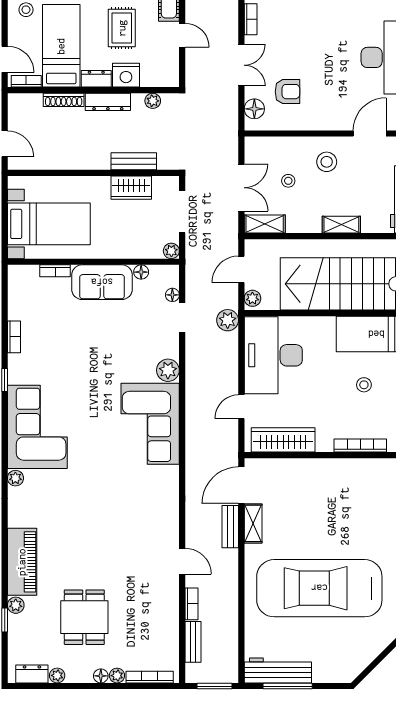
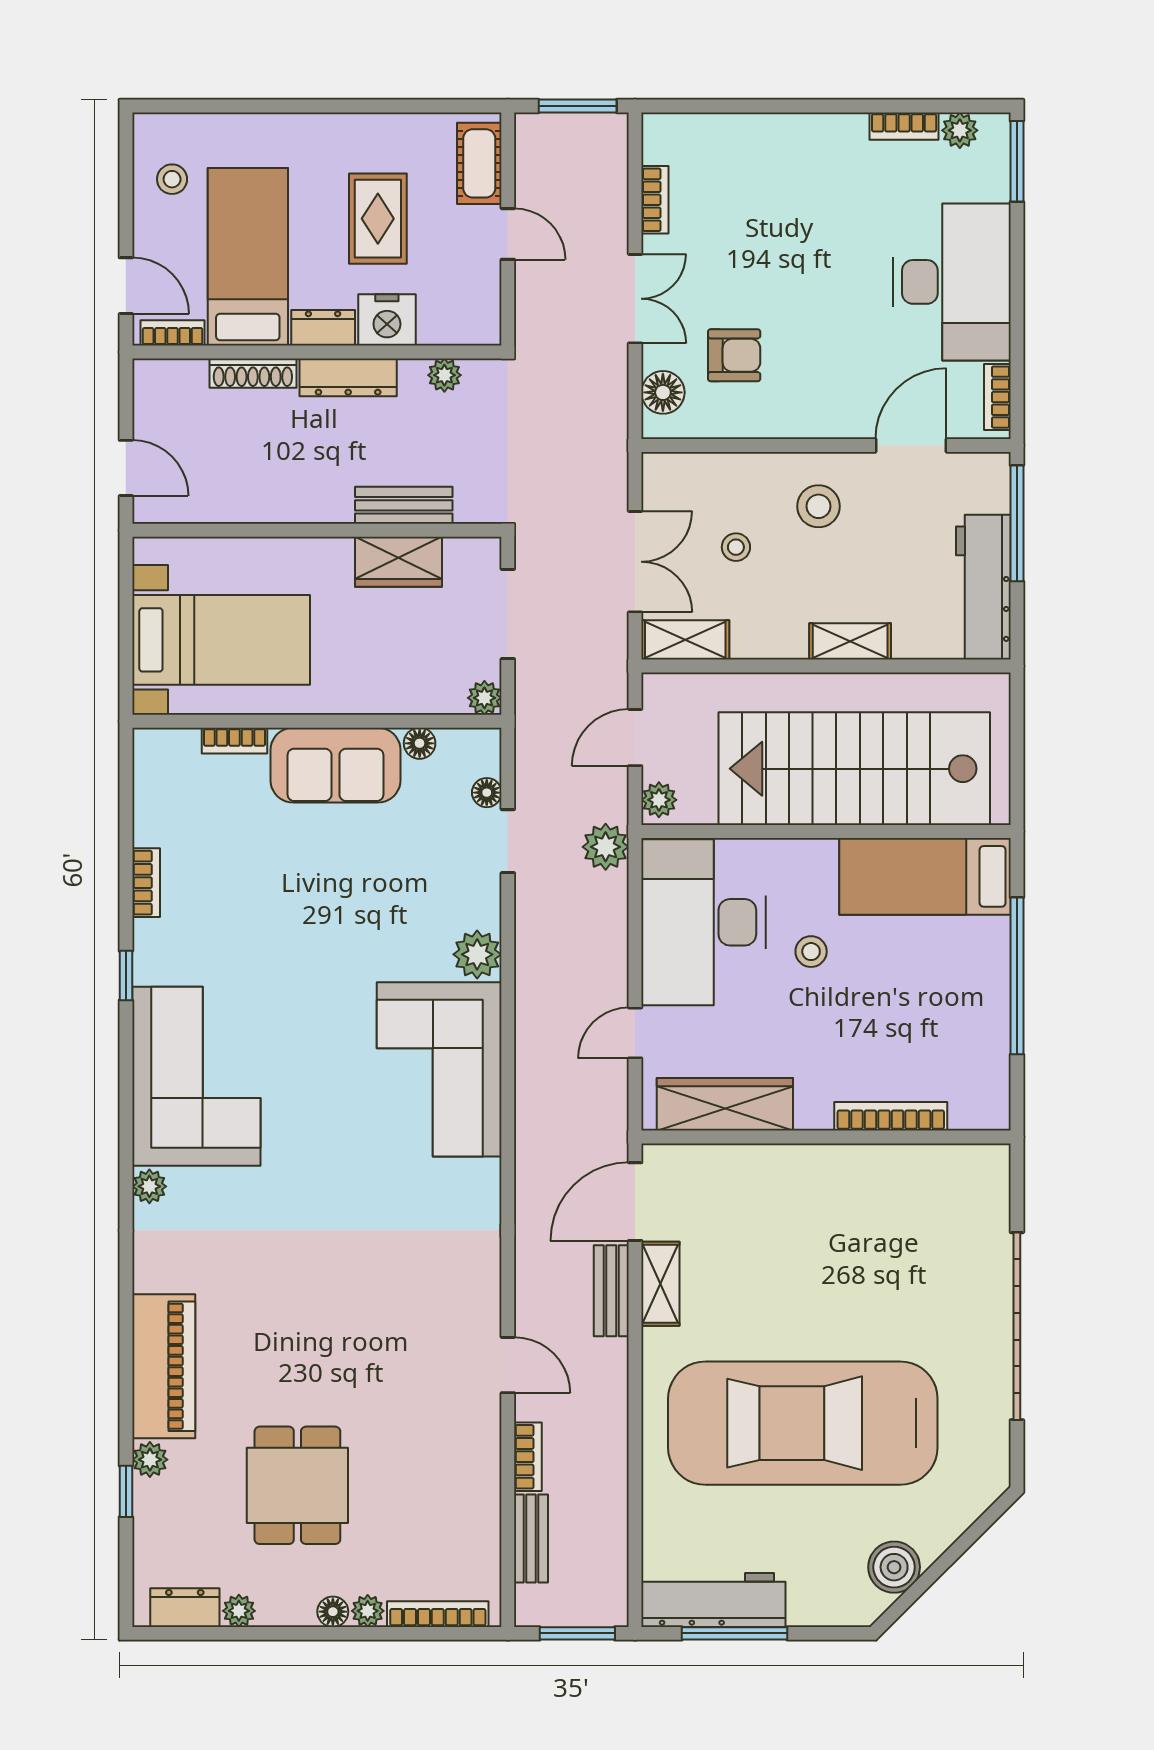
stool: (364, 385) -> (811, 952), moved
boiler: (362, 655) -> (894, 1567), added

